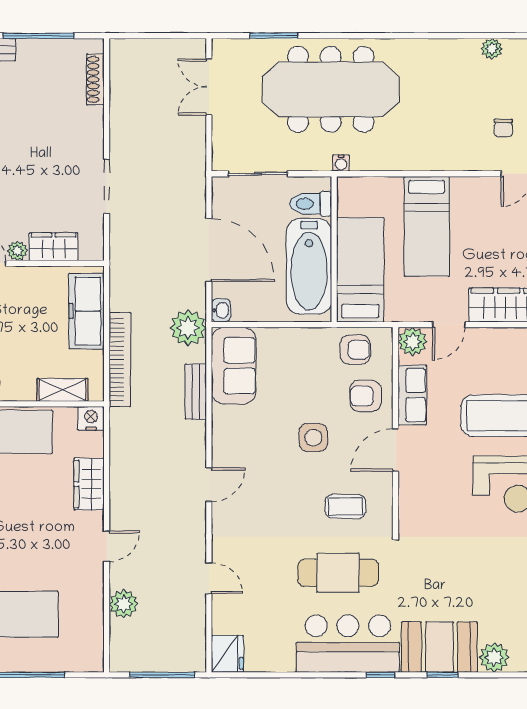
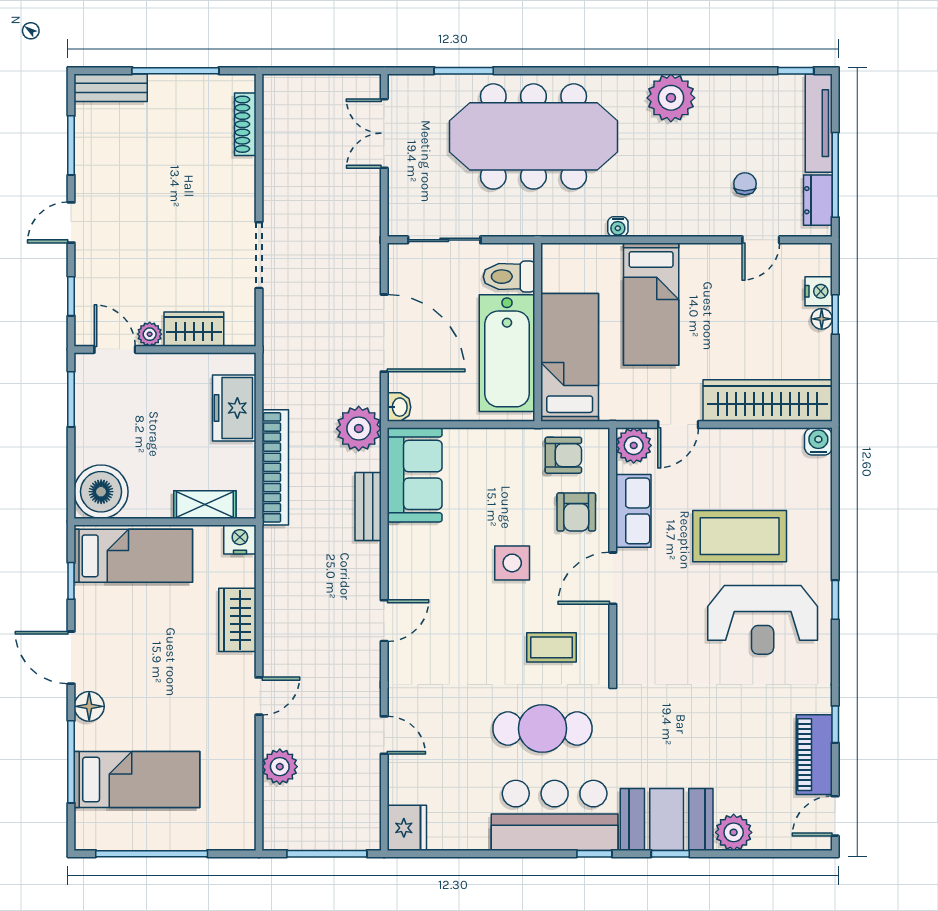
plant: (492, 49) -> (671, 98), moved, width x1.87, depth x1.87
chair: (503, 128) -> (745, 184), turned 180
water cooler: (341, 163) -> (618, 227), moved
freezer: (86, 311) -> (234, 408), width x0.71
armchair: (366, 396) -> (576, 512), turned -90

